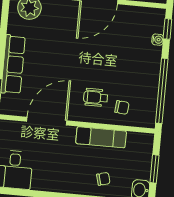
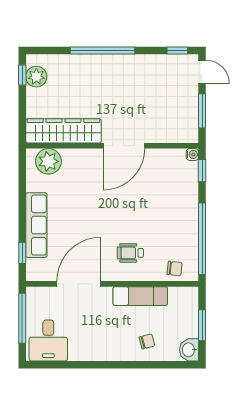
water cooler: (158, 40) -> (192, 155), moved
chair: (122, 107) -> (175, 268), moved

